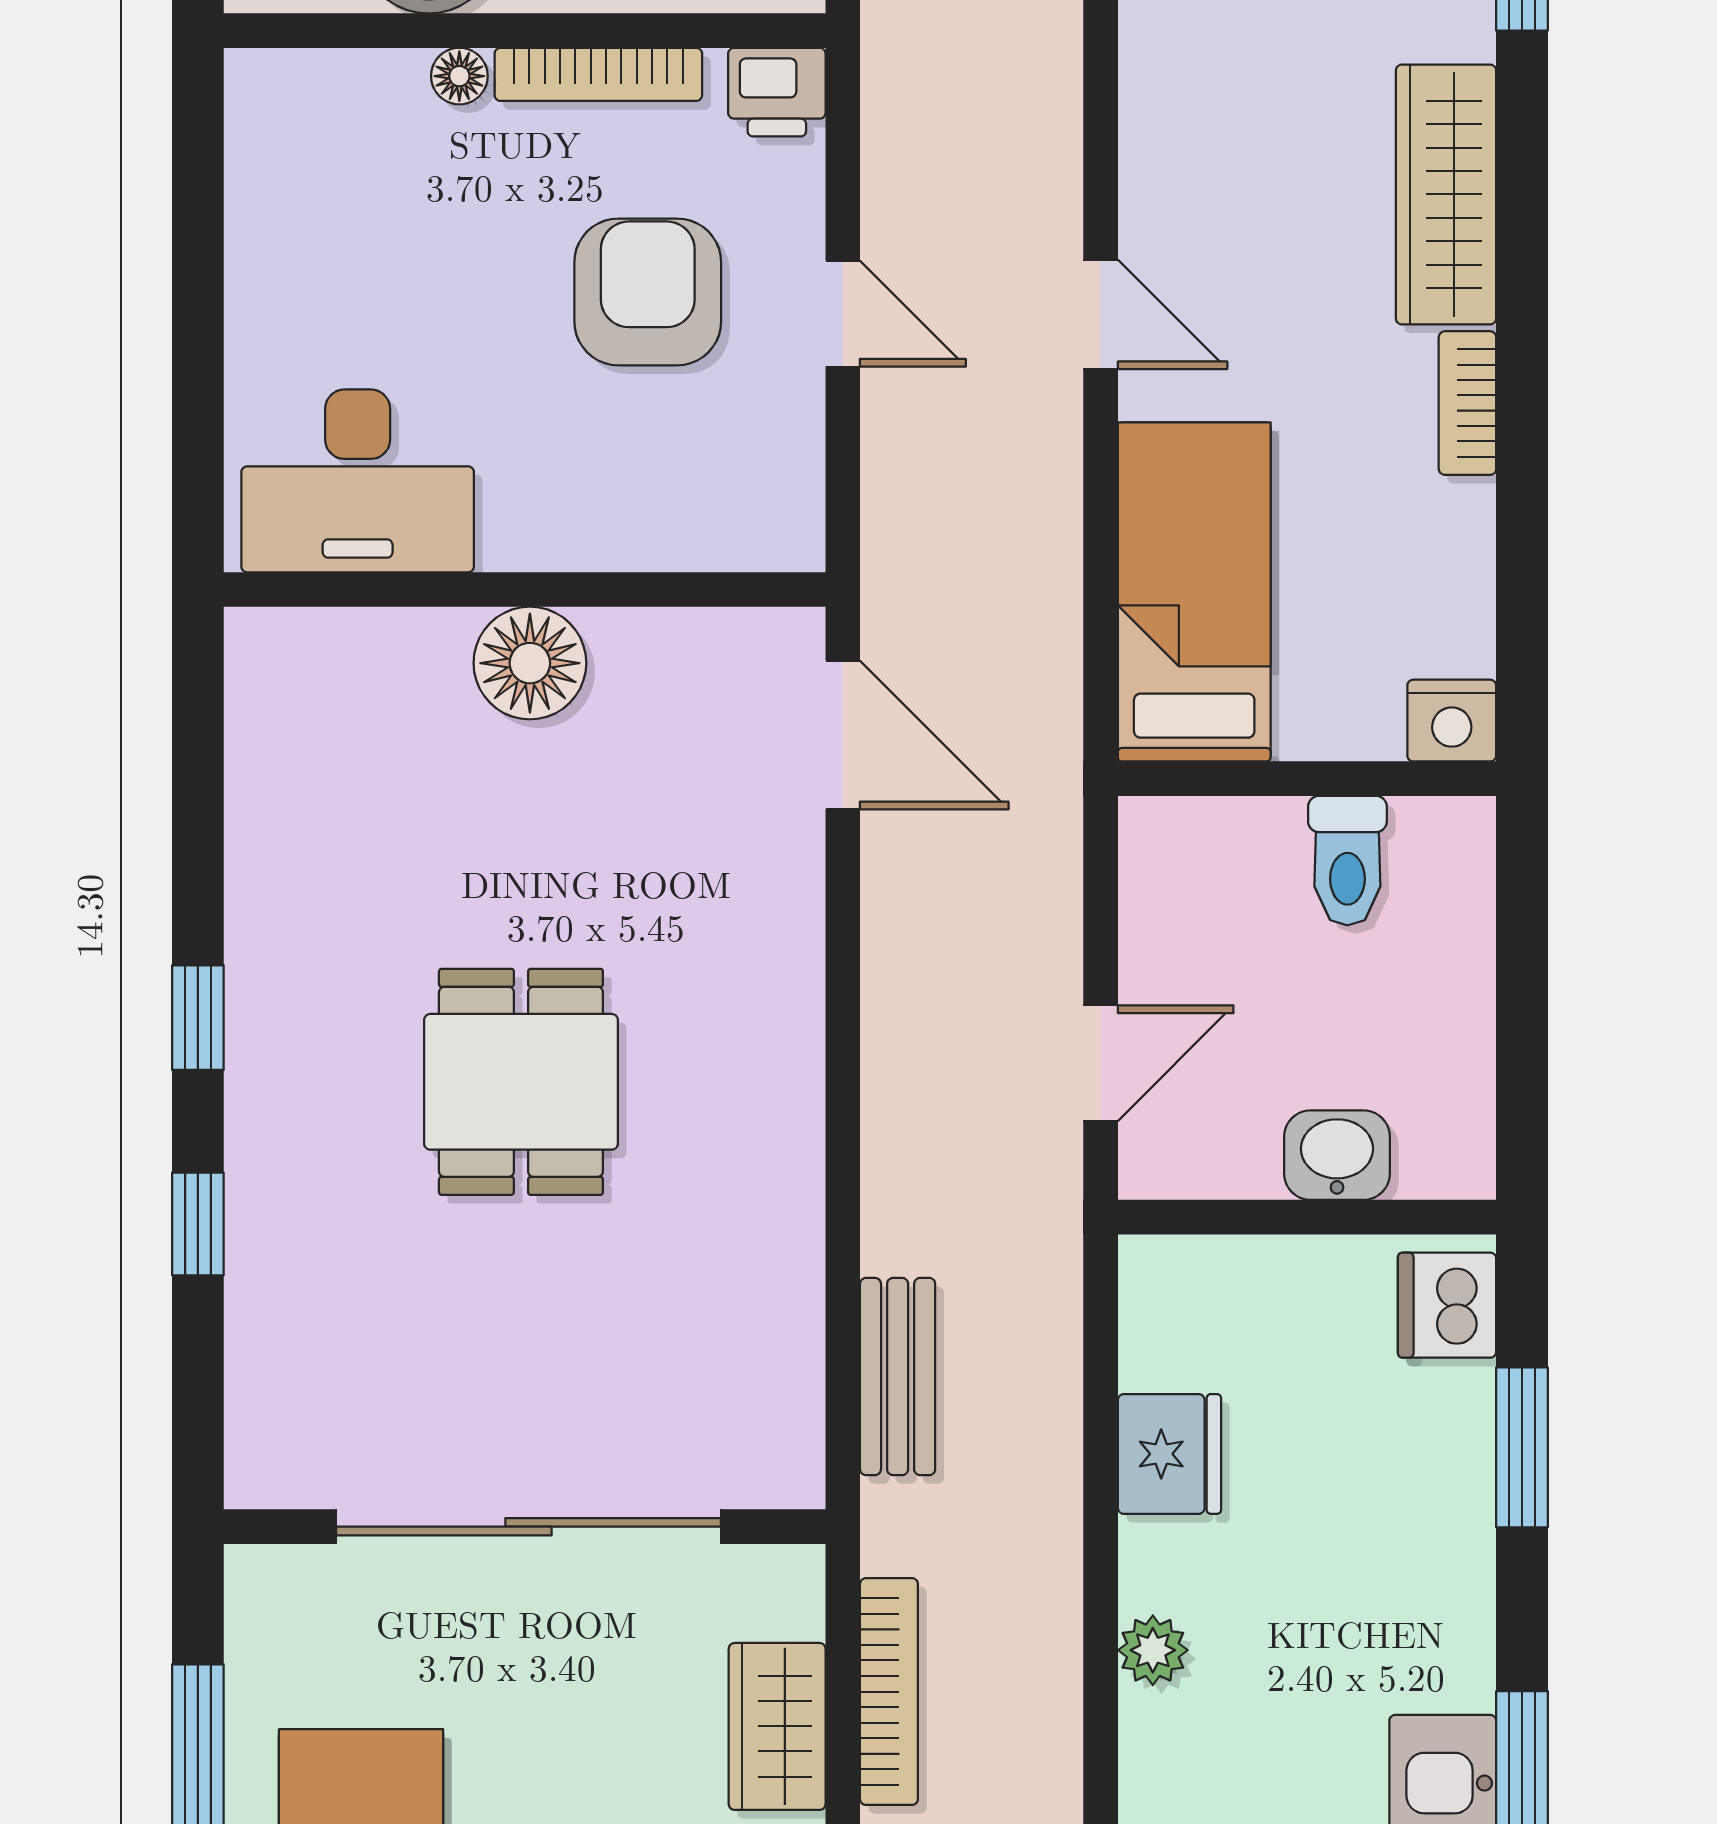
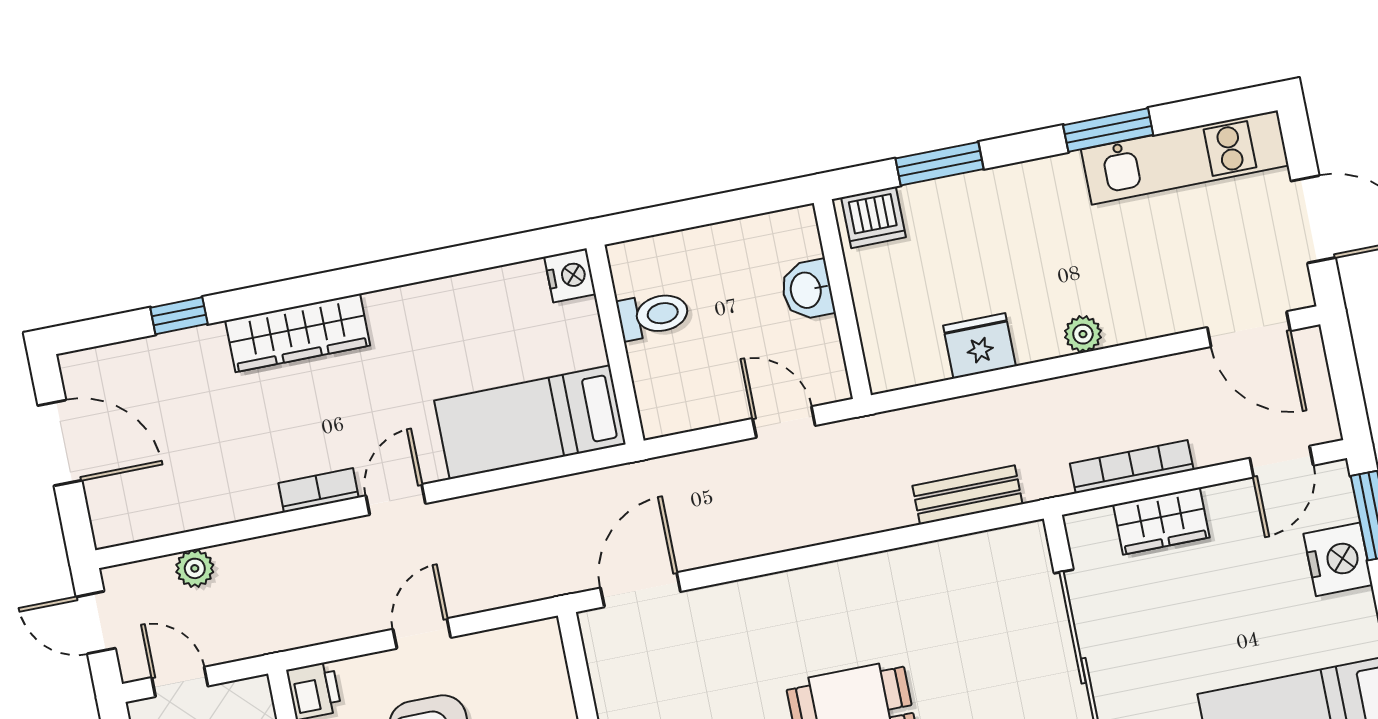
bookcase: (1467, 403) -> (318, 490), moved, turned 180

